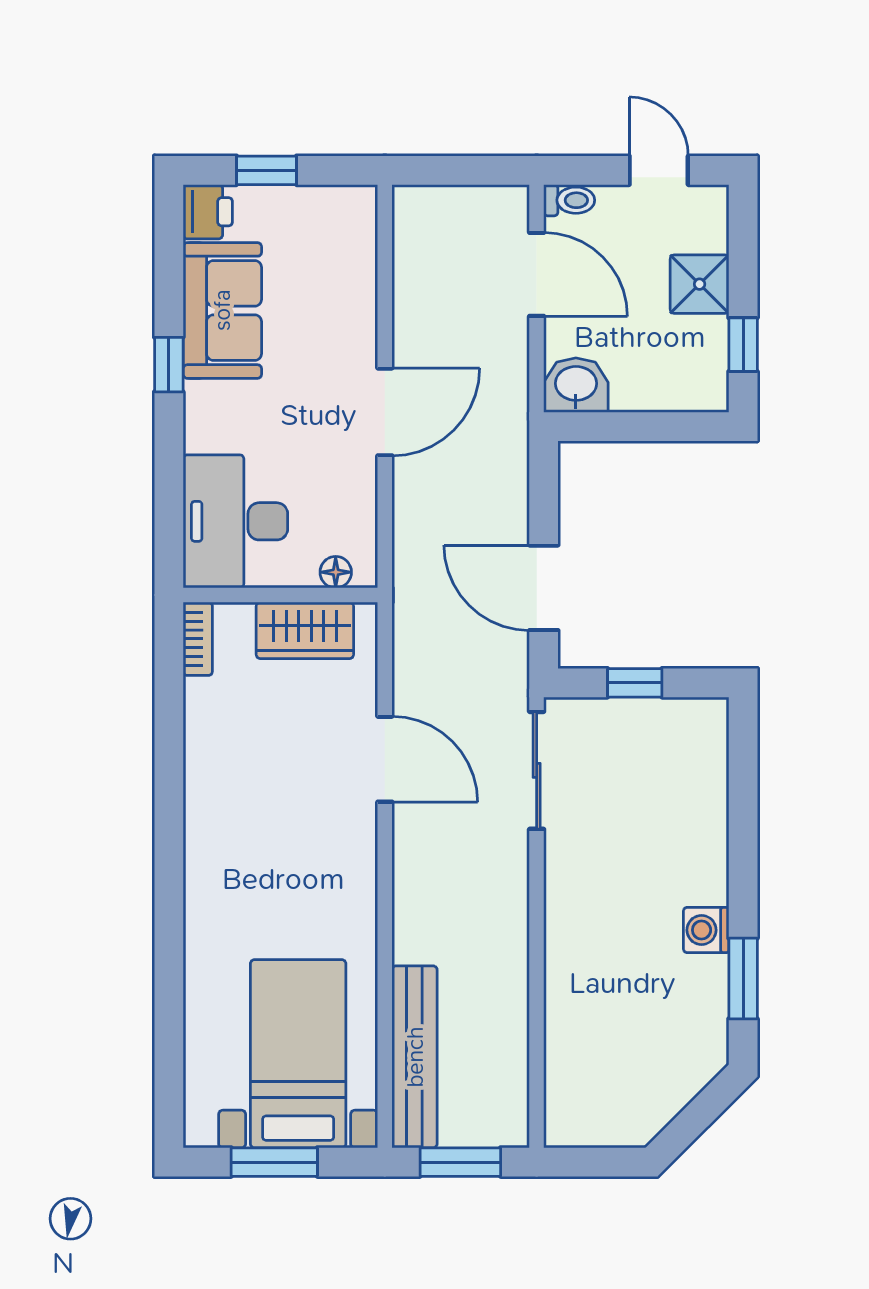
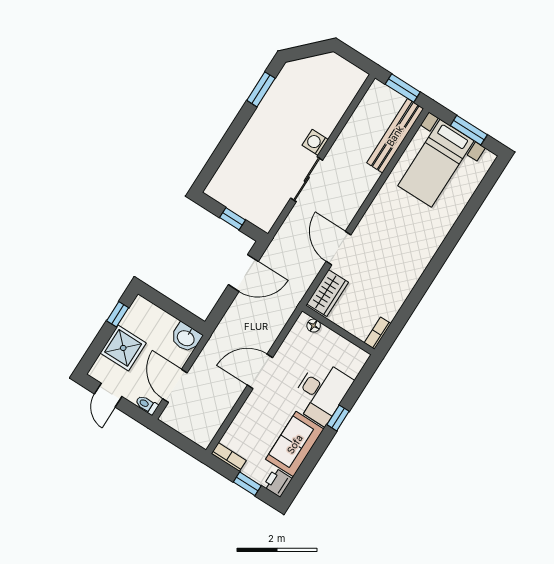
bookcase: (338, 200) -> (229, 457), added
shower: (700, 284) -> (123, 348), width x1.36, depth x1.36
window: (169, 365) -> (338, 418), moved
desk: (235, 521) -> (321, 392), moved
door: (544, 588) -> (243, 273), hinge flipped
wardrobe: (305, 630) -> (327, 293), moved, turned 90
sliding door: (537, 770) -> (307, 179), moved
washing machine: (706, 930) -> (315, 142), moved, turned 180

